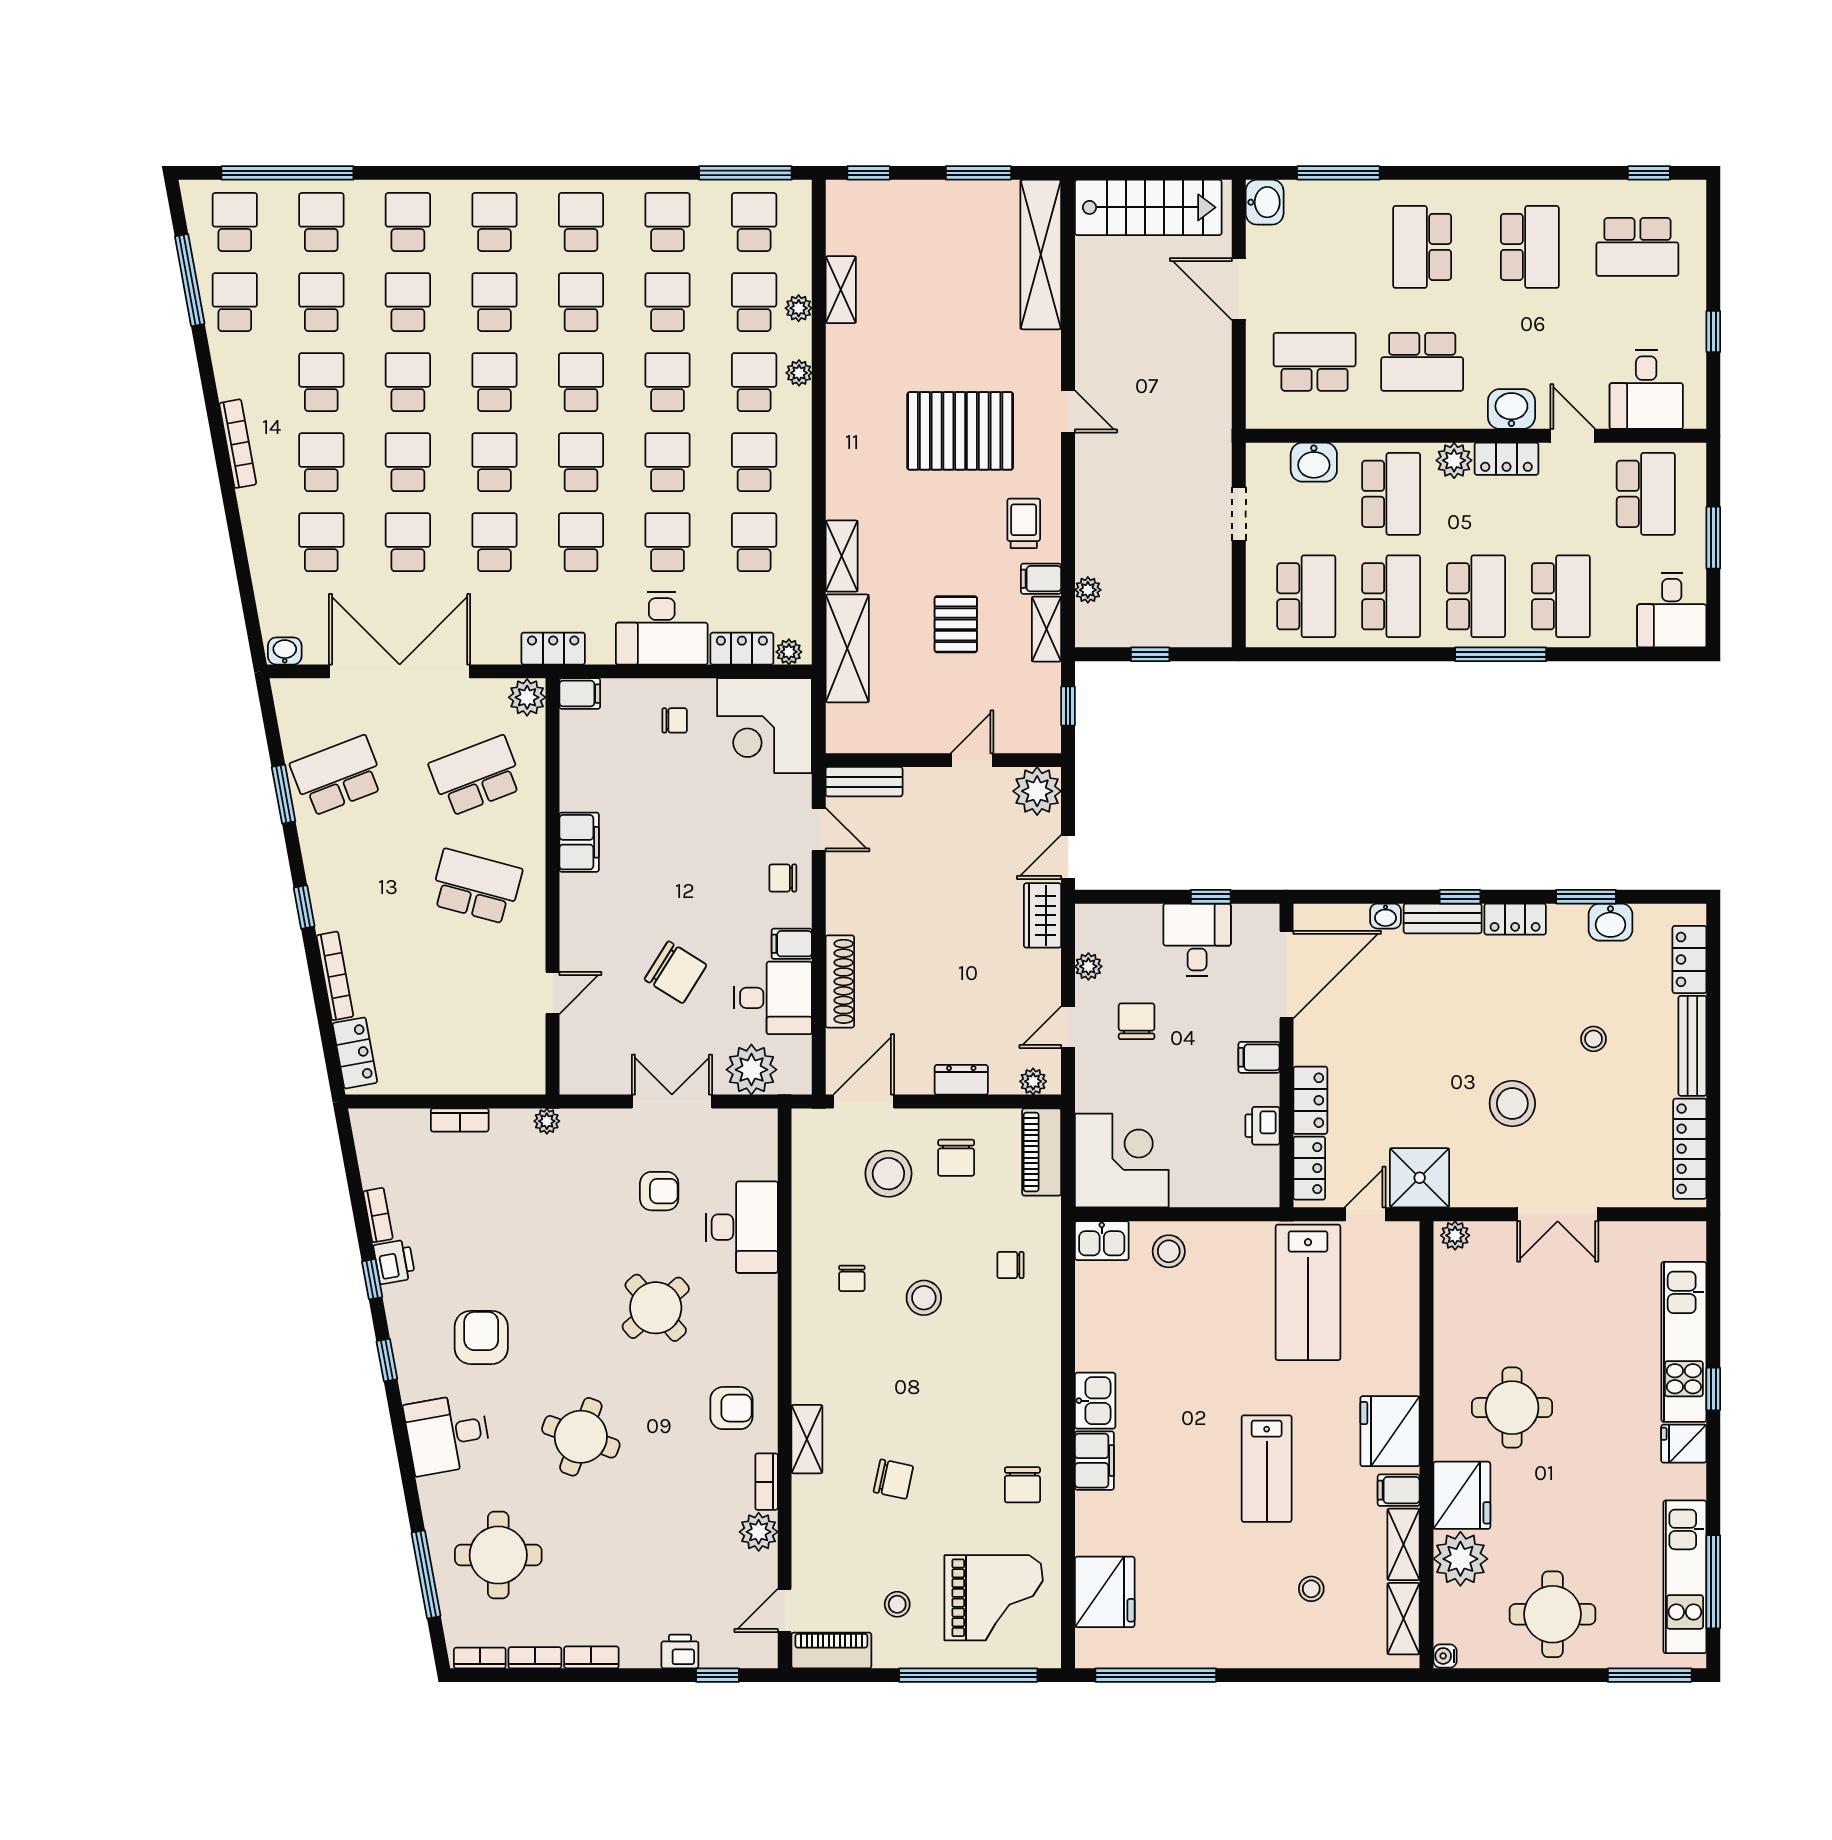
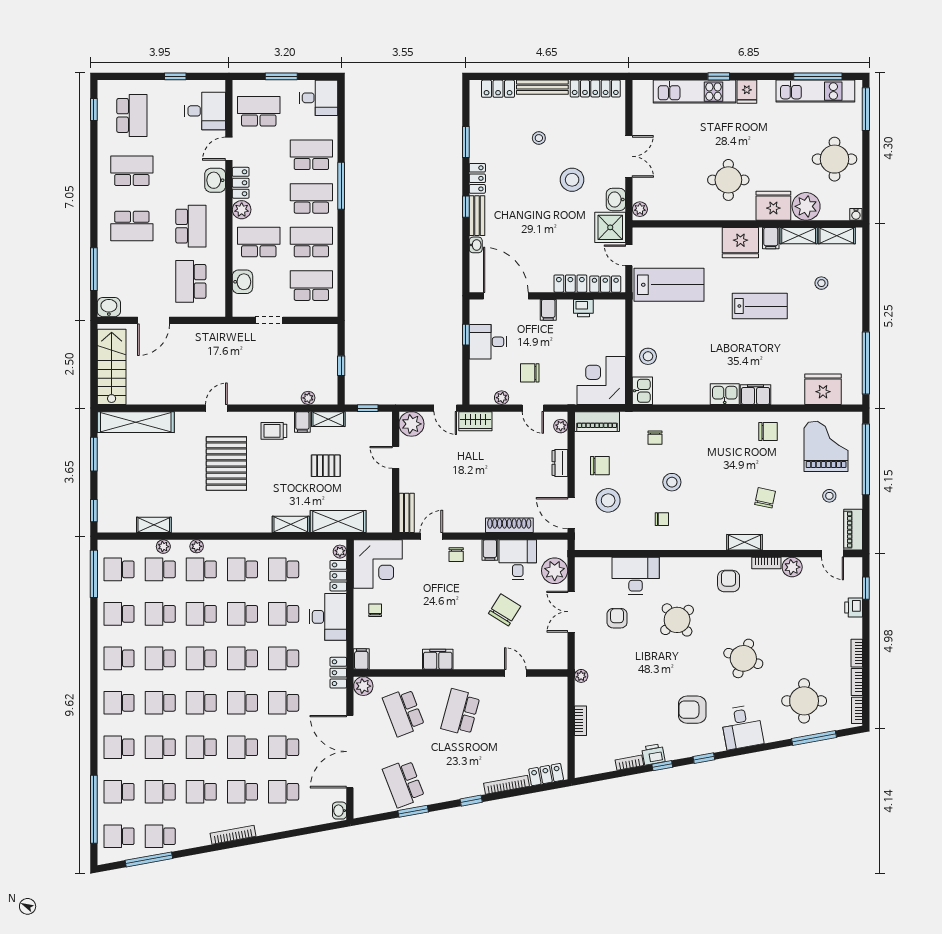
washbasin: (1611, 922) -> (616, 199), moved, turned 180

